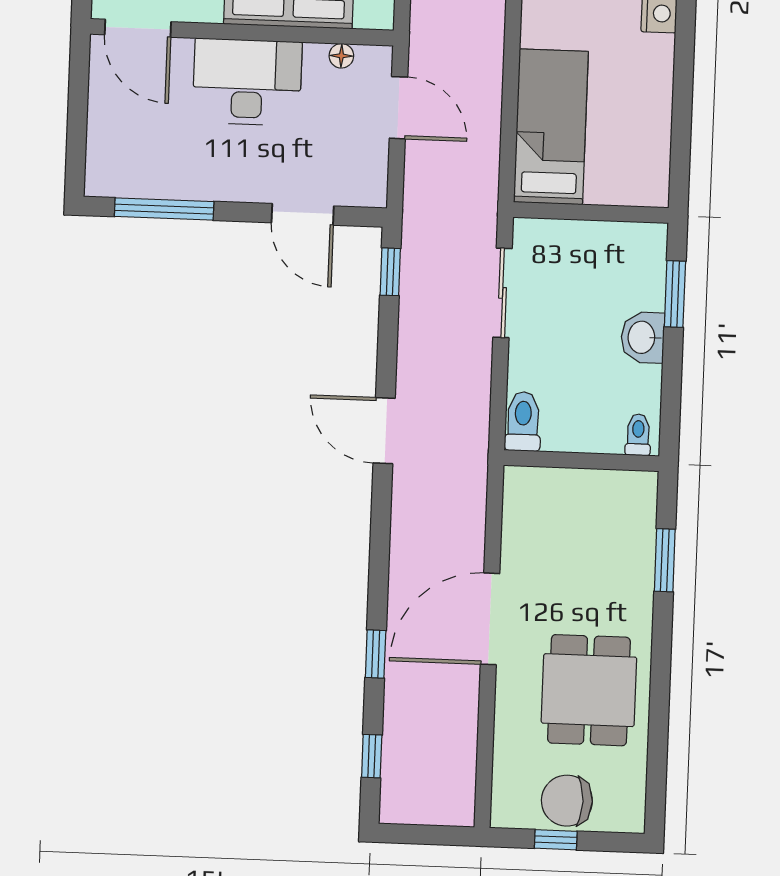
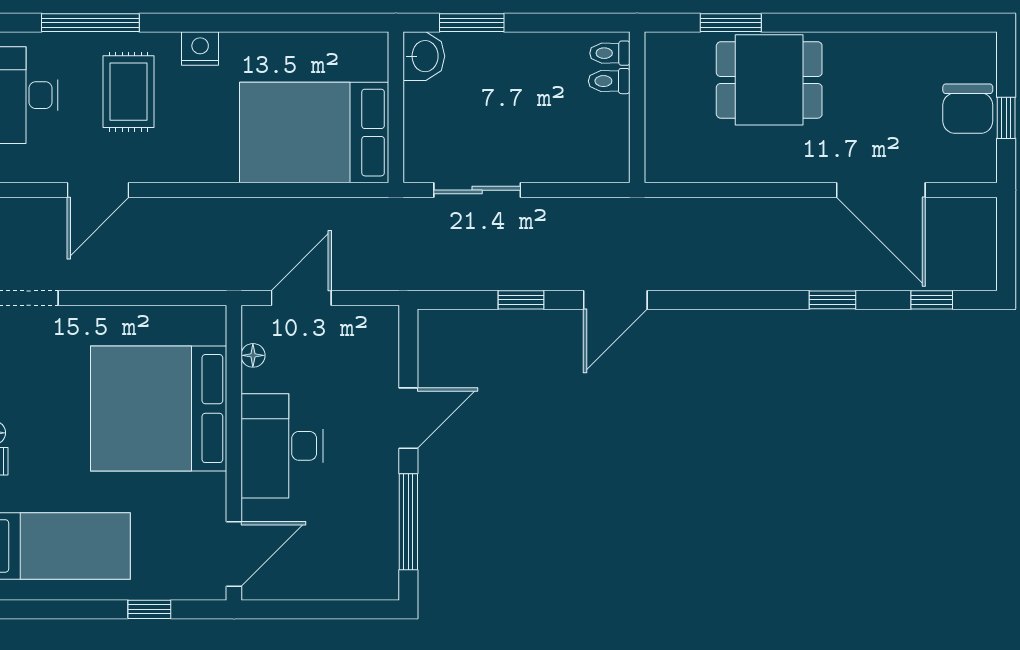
bed: (551, 127) -> (314, 133), width x1.50
door: (303, 214) -> (408, 418), moved
window: (390, 272) -> (521, 300), moved
washbasin: (643, 337) -> (424, 56), moved, turned -90
toilet: (523, 421) -> (609, 81), moved, width x0.73, depth x0.72
door: (490, 619) -> (881, 190), moved
dining table: (589, 690) -> (769, 80), moved

